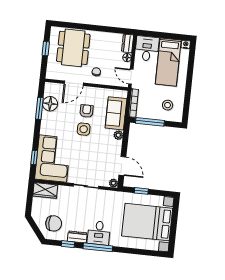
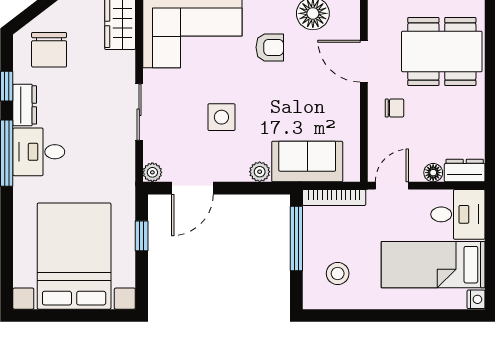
armchair: (86, 111) -> (270, 47), moved
side table: (84, 129) -> (221, 117), moved

